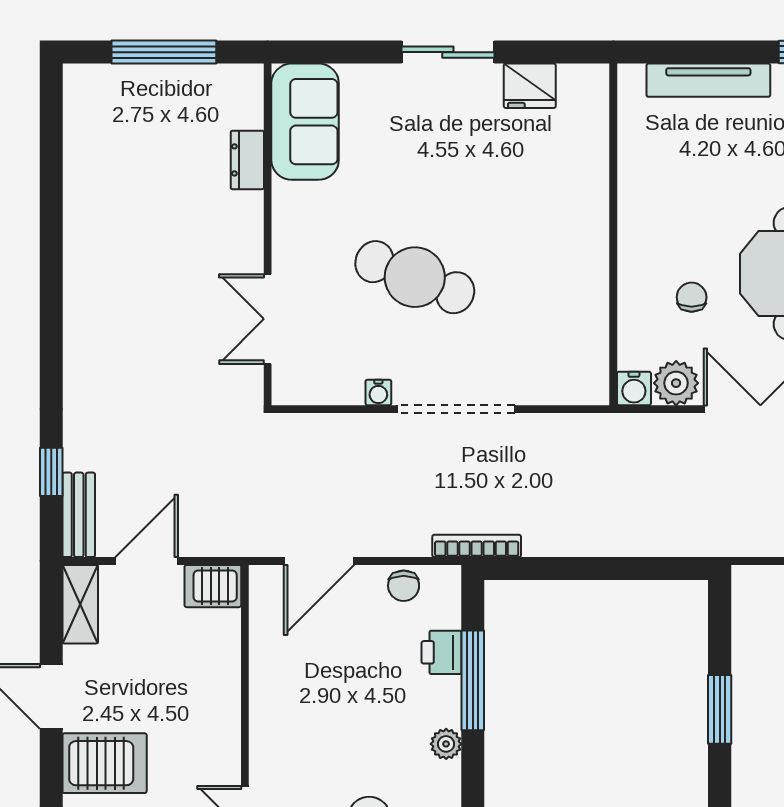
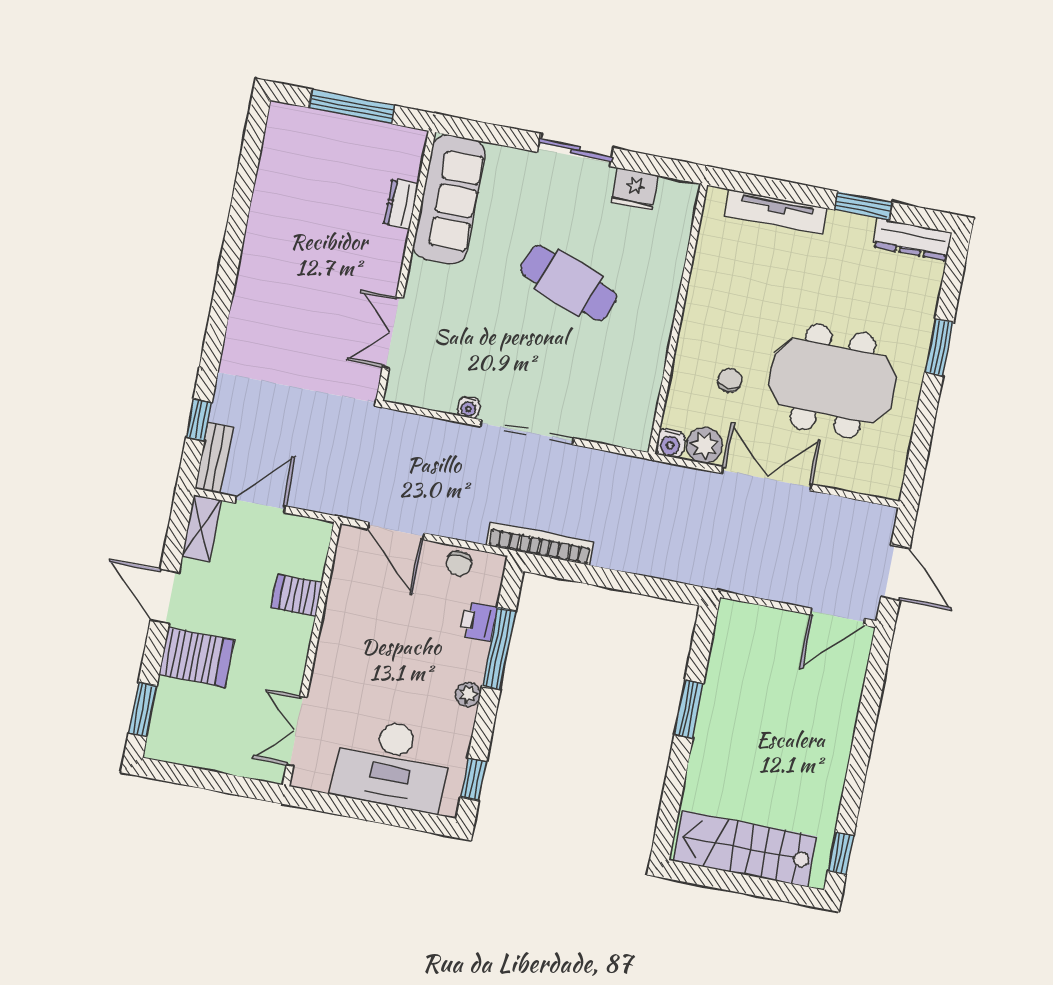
sofa: (305, 122) -> (449, 199), width x1.36
cafe table: (415, 277) -> (569, 283), moved
bookcase: (477, 546) -> (540, 544), width x1.48, depth x1.31
door: (319, 561) -> (396, 531), hinge flipped
server rack: (213, 586) -> (297, 595), moved

